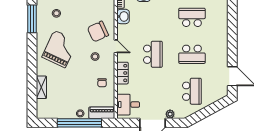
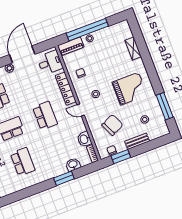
school desk: (192, 17) -> (23, 162), turned -90
chair: (98, 31) -> (112, 125), moved
grand piano: (60, 49) -> (130, 89), turned -115
school desk: (153, 54) -> (45, 116), turned 180
locker: (122, 73) -> (66, 89), width x1.53

